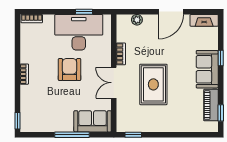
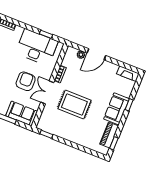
door: (171, 12) -> (96, 54), moved
armchair: (70, 69) -> (26, 81), moved
rug: (153, 84) -> (74, 105), turned 90

